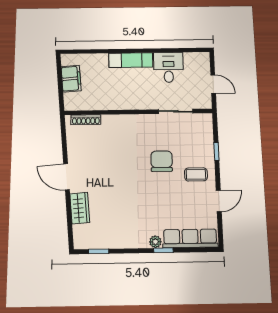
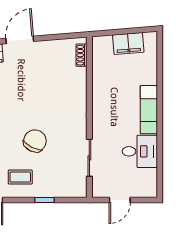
shoe rack: (86, 120) -> (82, 55), width x0.70
chair: (162, 161) -> (35, 141), turned -64
coffee table: (196, 174) -> (20, 177), turned 90

